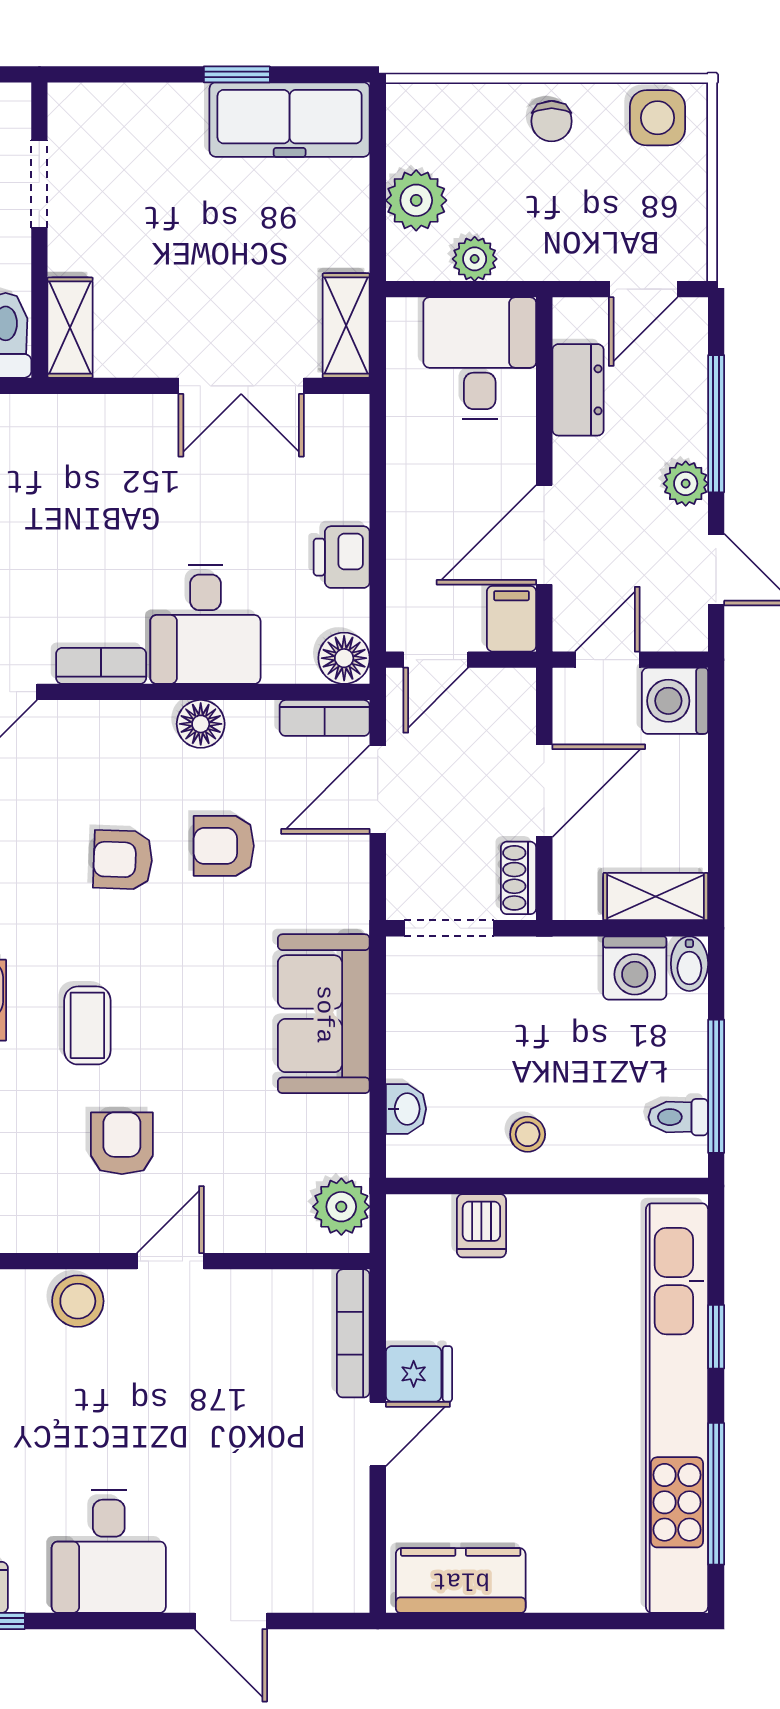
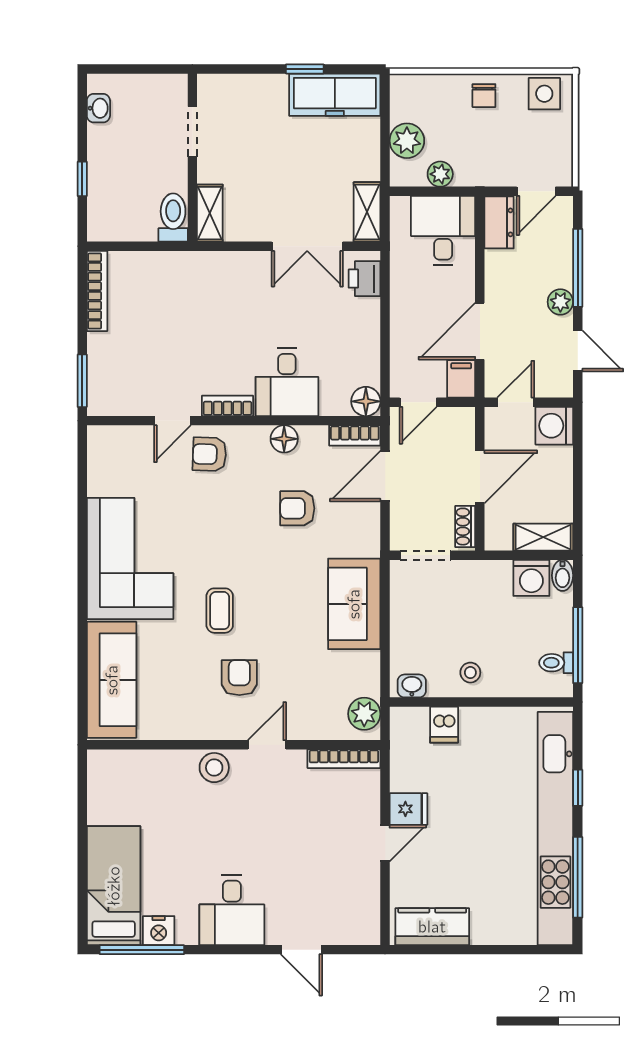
dresser: (578, 390) -> (499, 222), moved
printer: (342, 557) -> (364, 279), moved
armchair: (123, 860) -> (209, 454), moved
washbasin: (406, 1109) -> (412, 686), moved, turned -90
bookcase: (353, 1333) -> (344, 759), moved, turned -90

